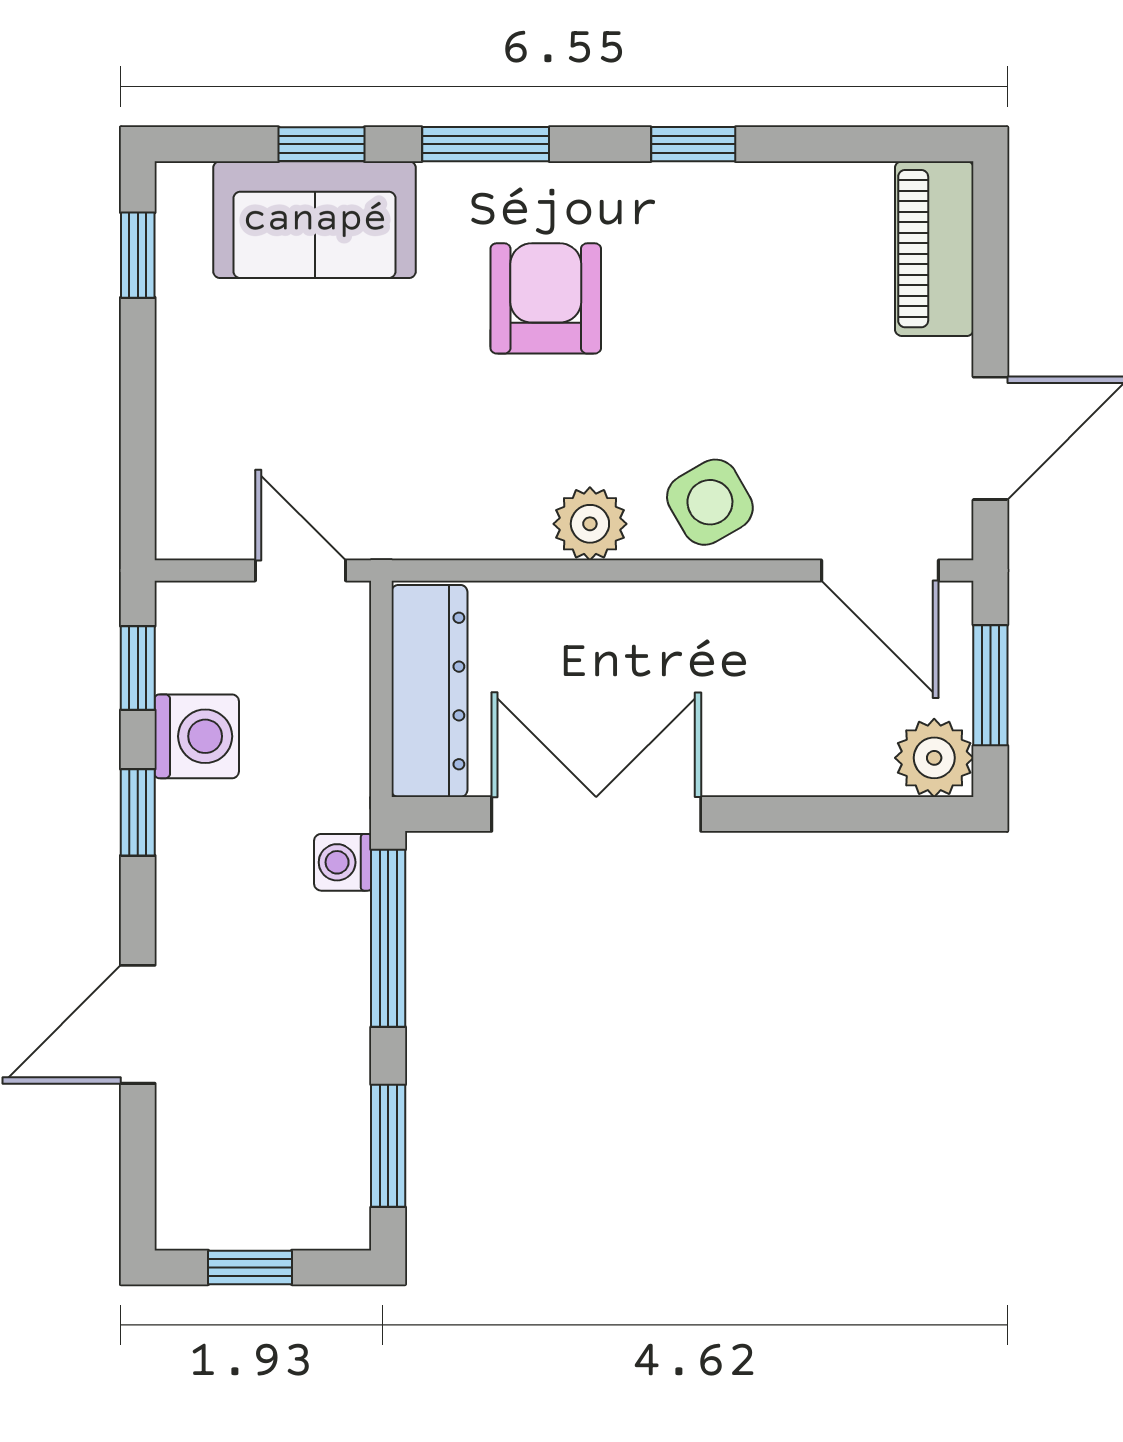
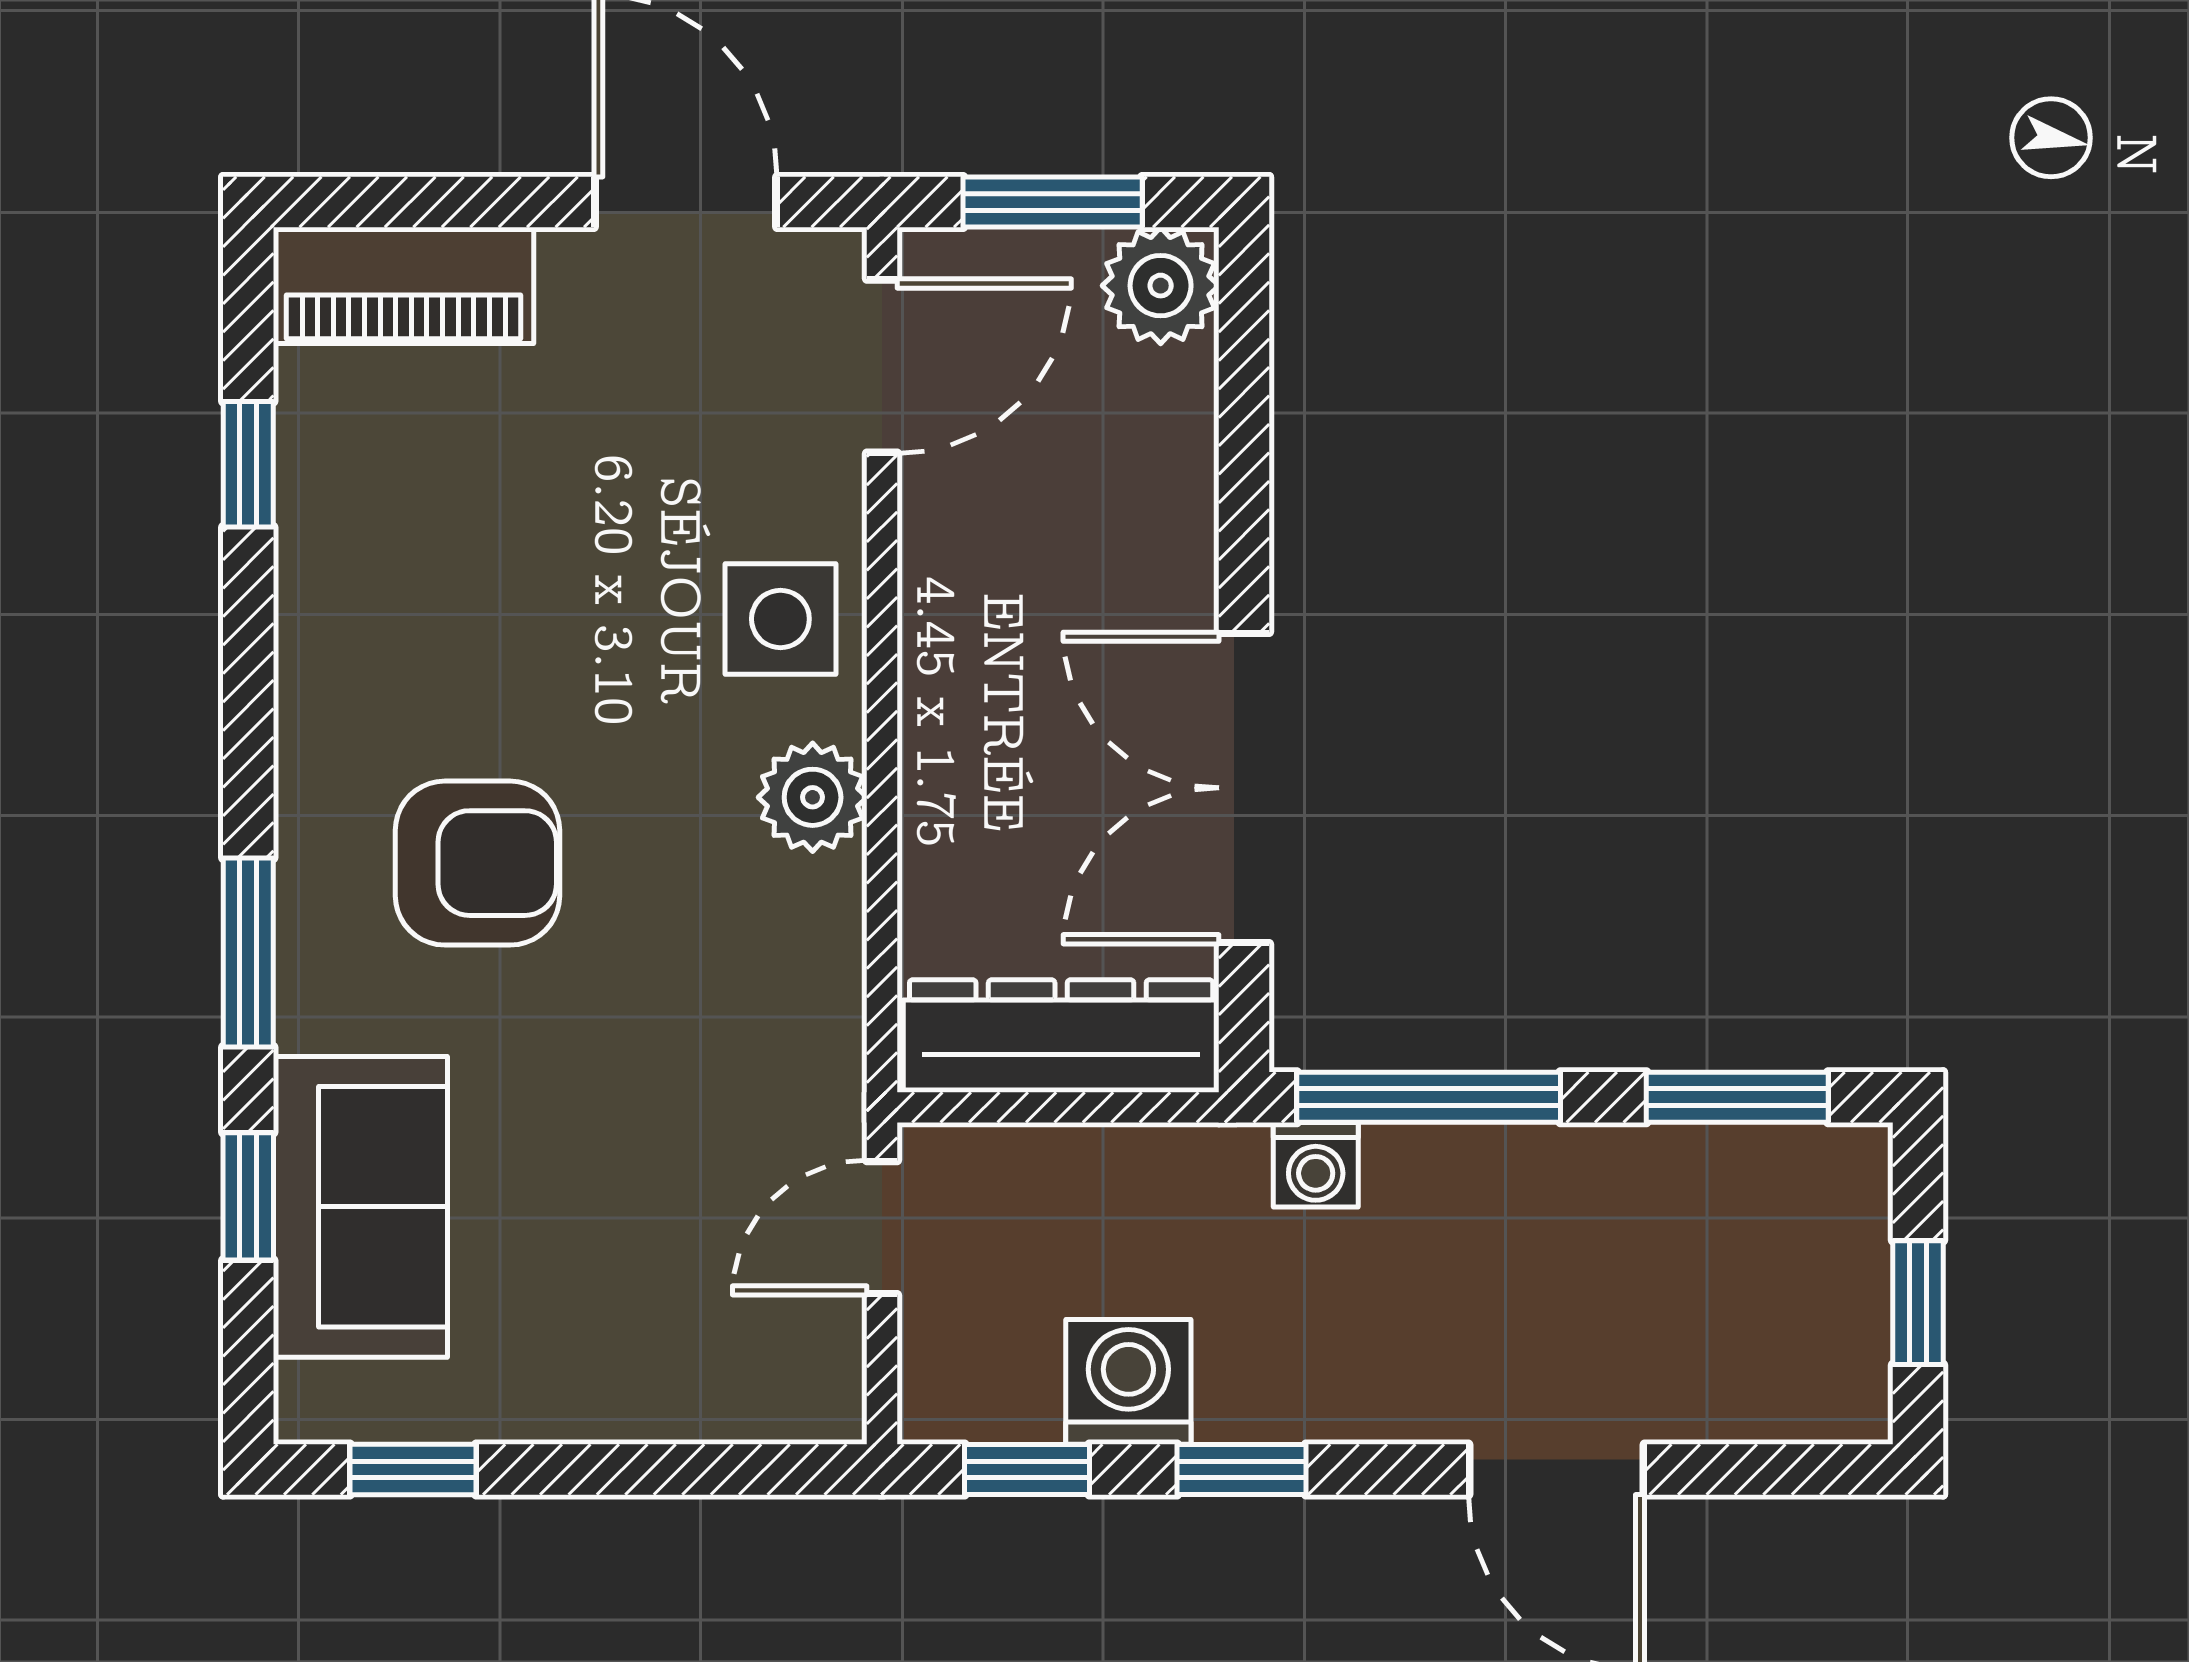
window: (693, 144) -> (248, 464), moved
armchair: (546, 298) -> (478, 863), turned 180
side table: (710, 502) -> (780, 619), turned 30

